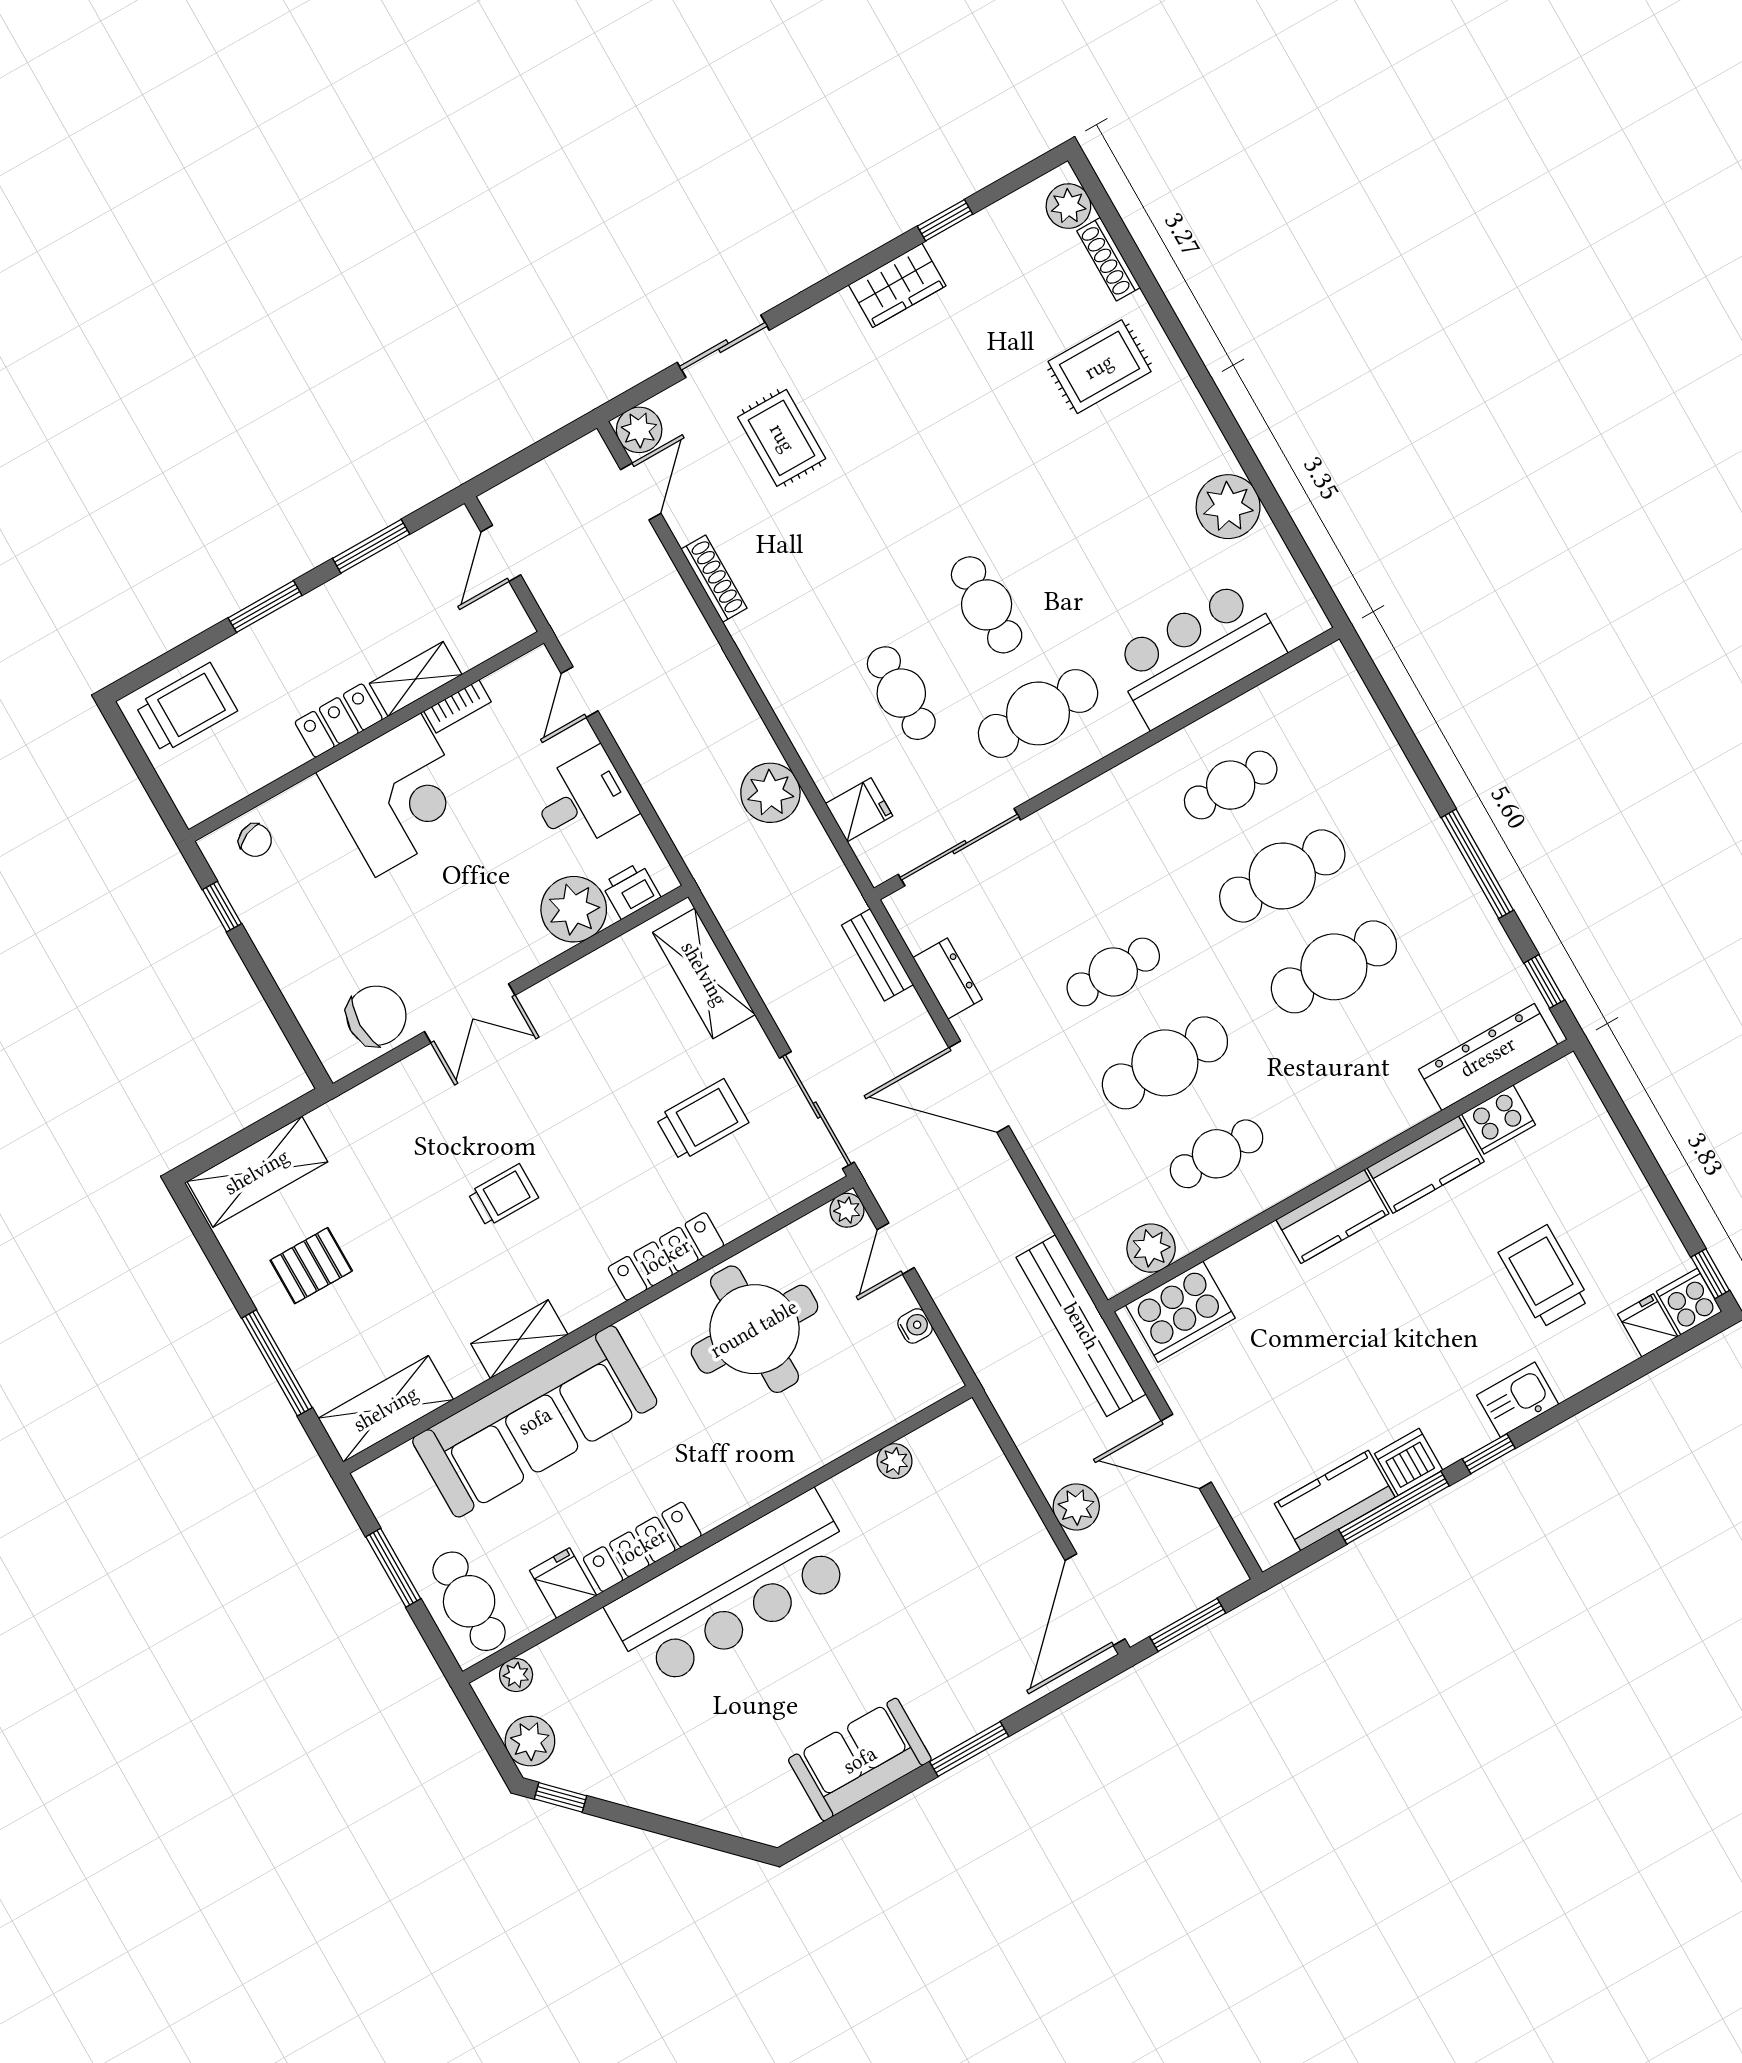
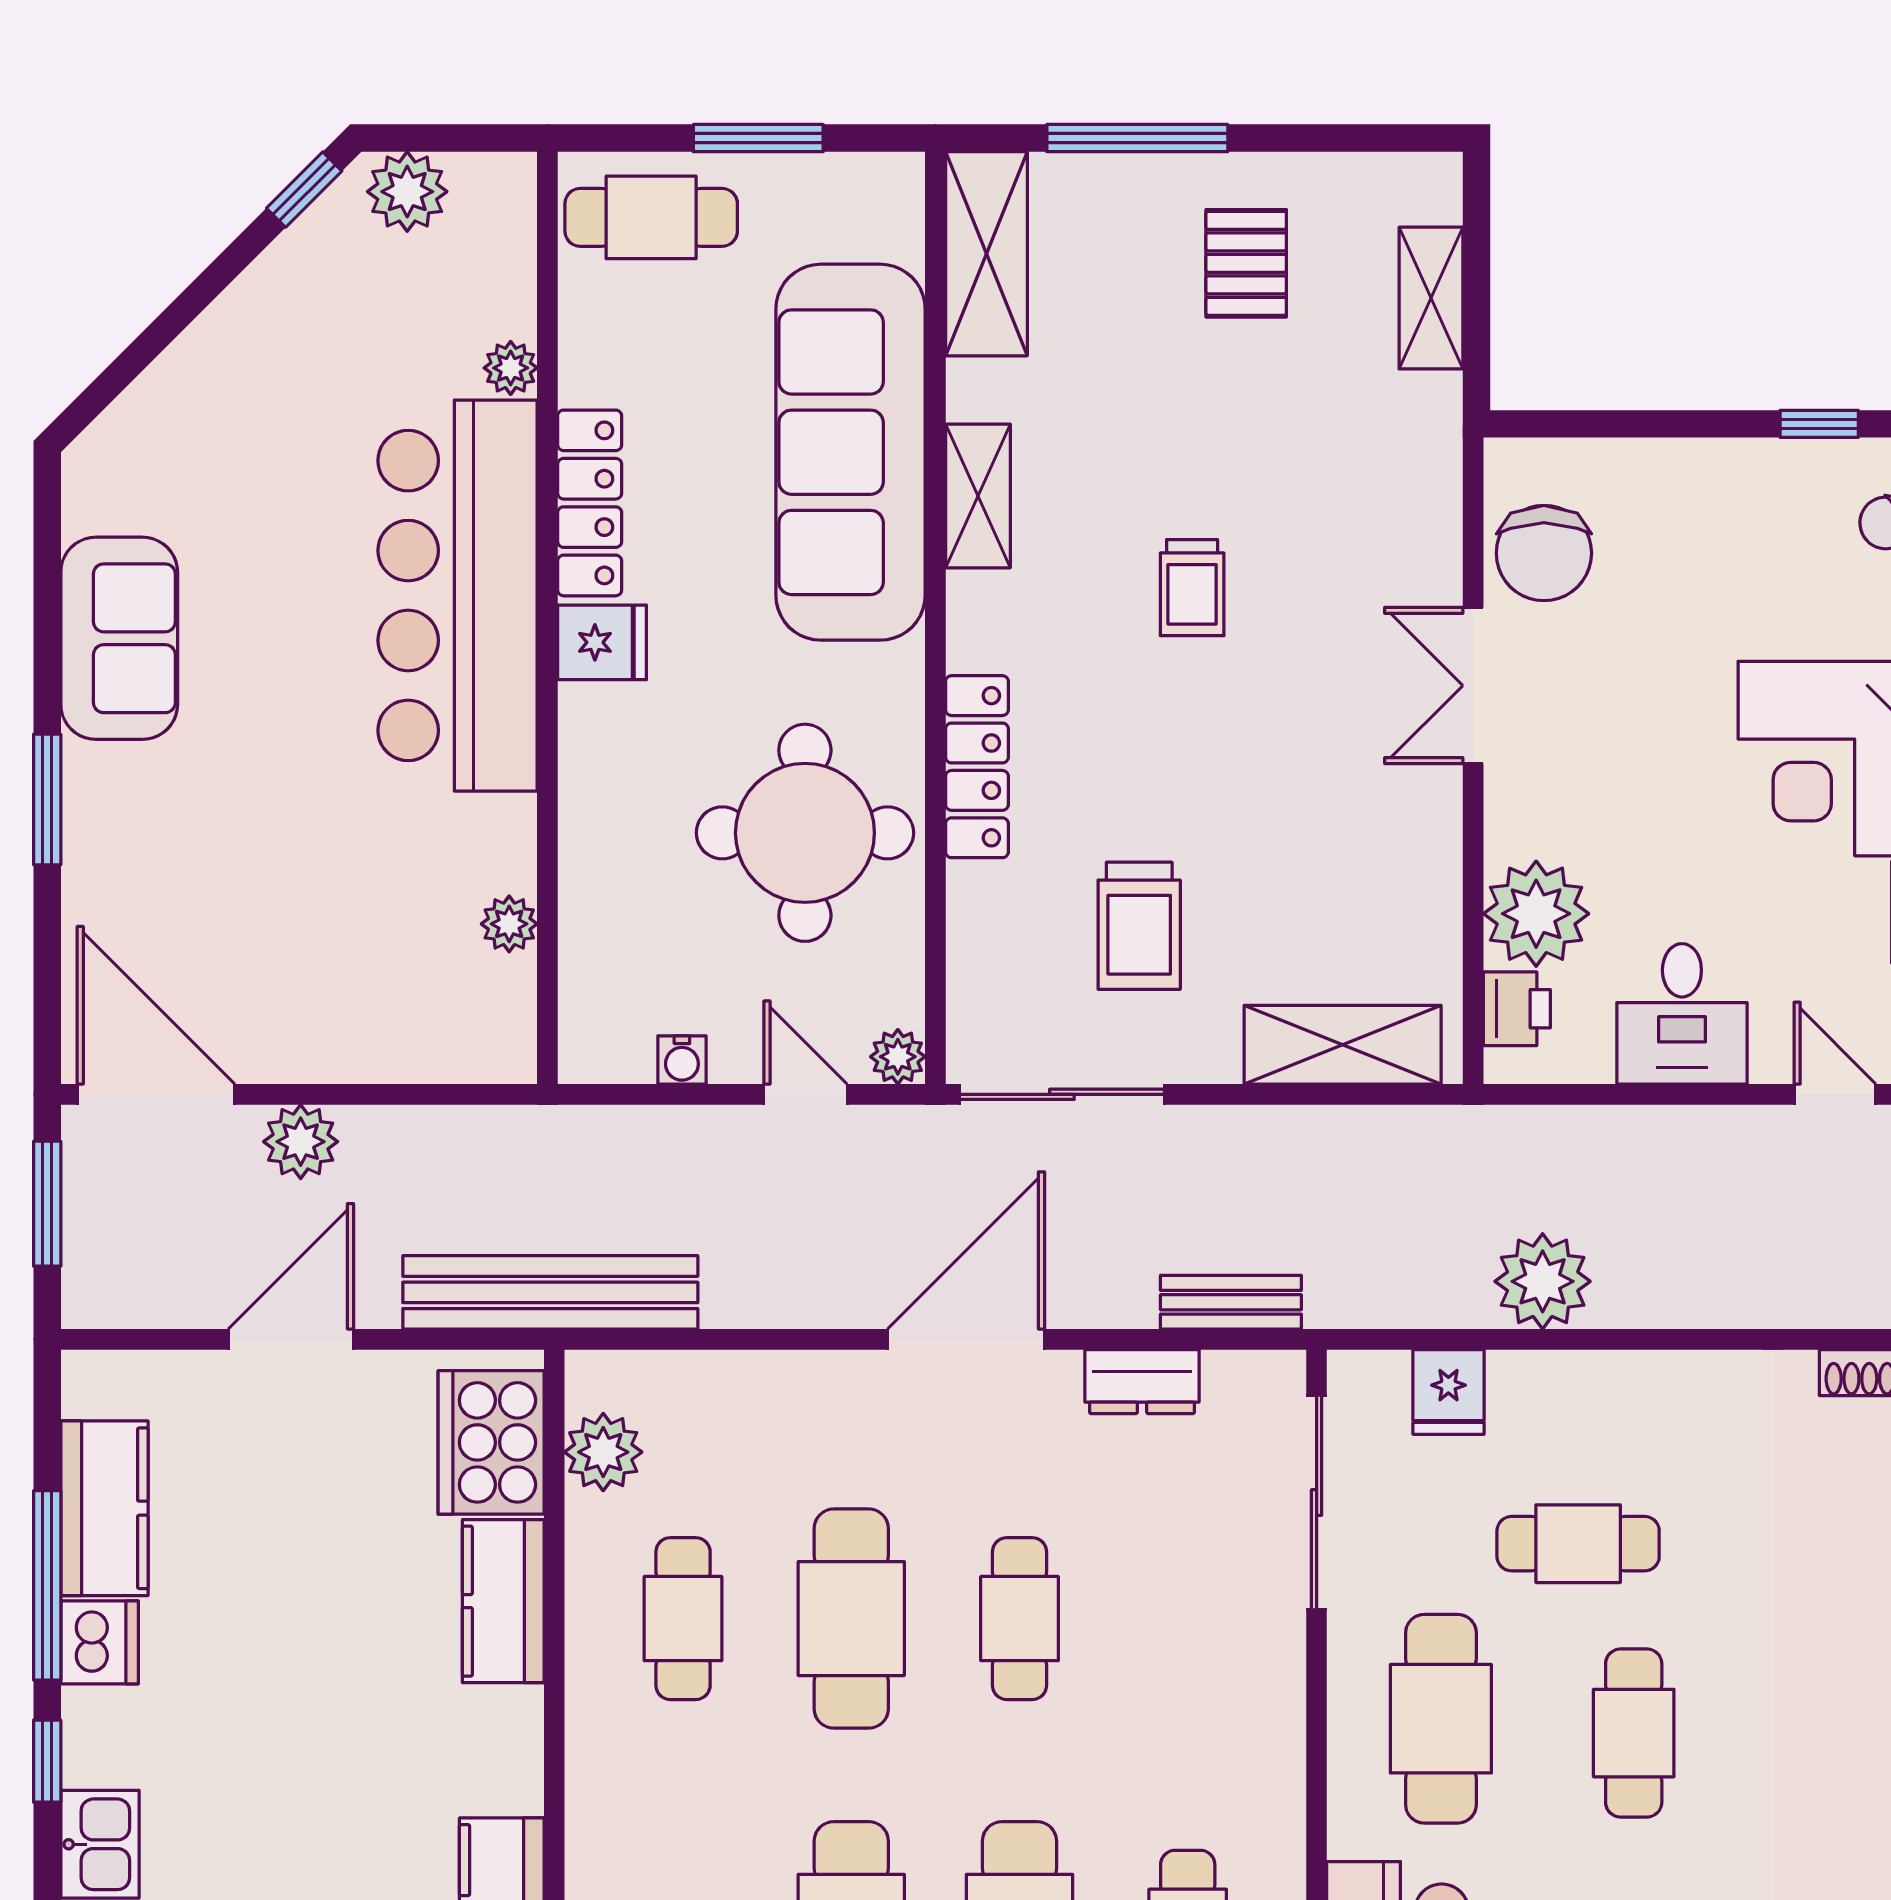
cafe table: (987, 605) -> (1634, 1733), turned 90
shelving: (257, 1172) -> (1431, 298), width x0.67, depth x0.75
kitchen counter: (1333, 1217) -> (503, 1601), moved
fridge: (563, 1583) -> (602, 642), moved
plant: (516, 1675) -> (511, 368), moved

